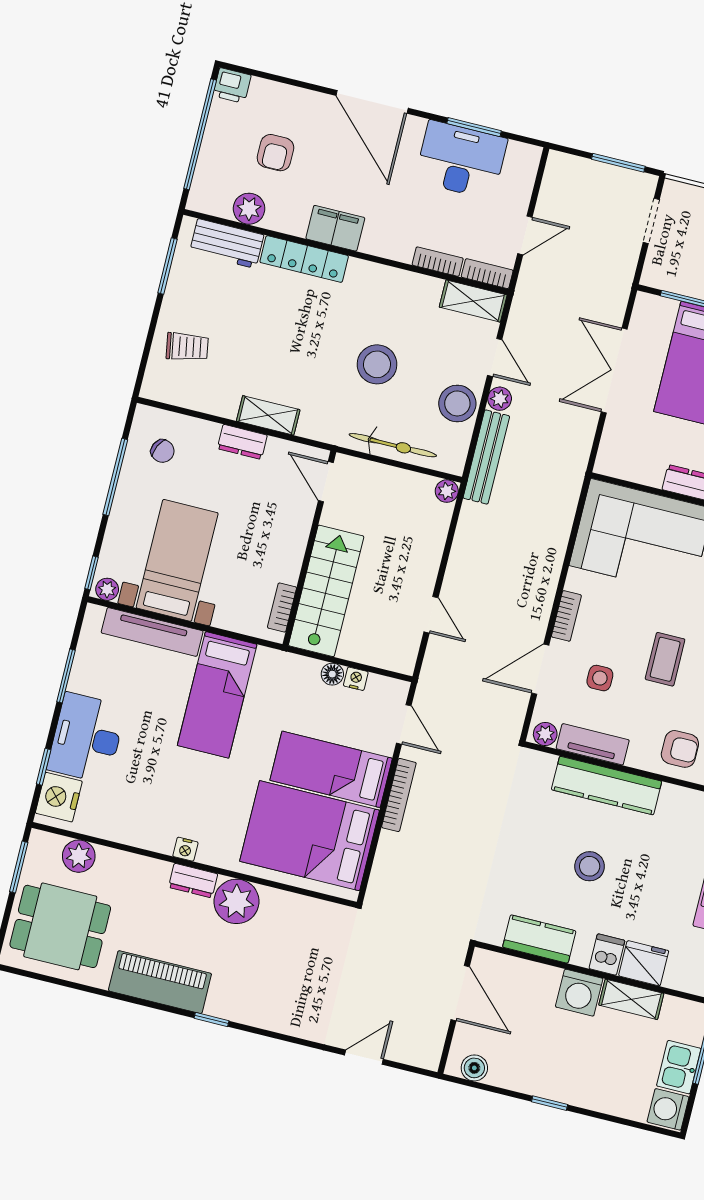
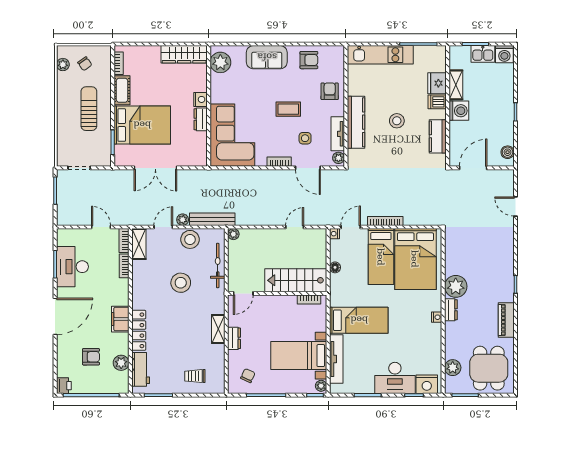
trolley: (187, 347) -> (195, 376), turned -80
nightstand: (356, 679) -> (334, 234), moved
piano: (160, 982) -> (506, 320), width x0.73, depth x0.75

